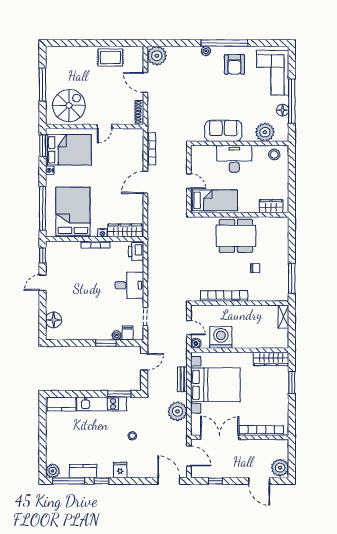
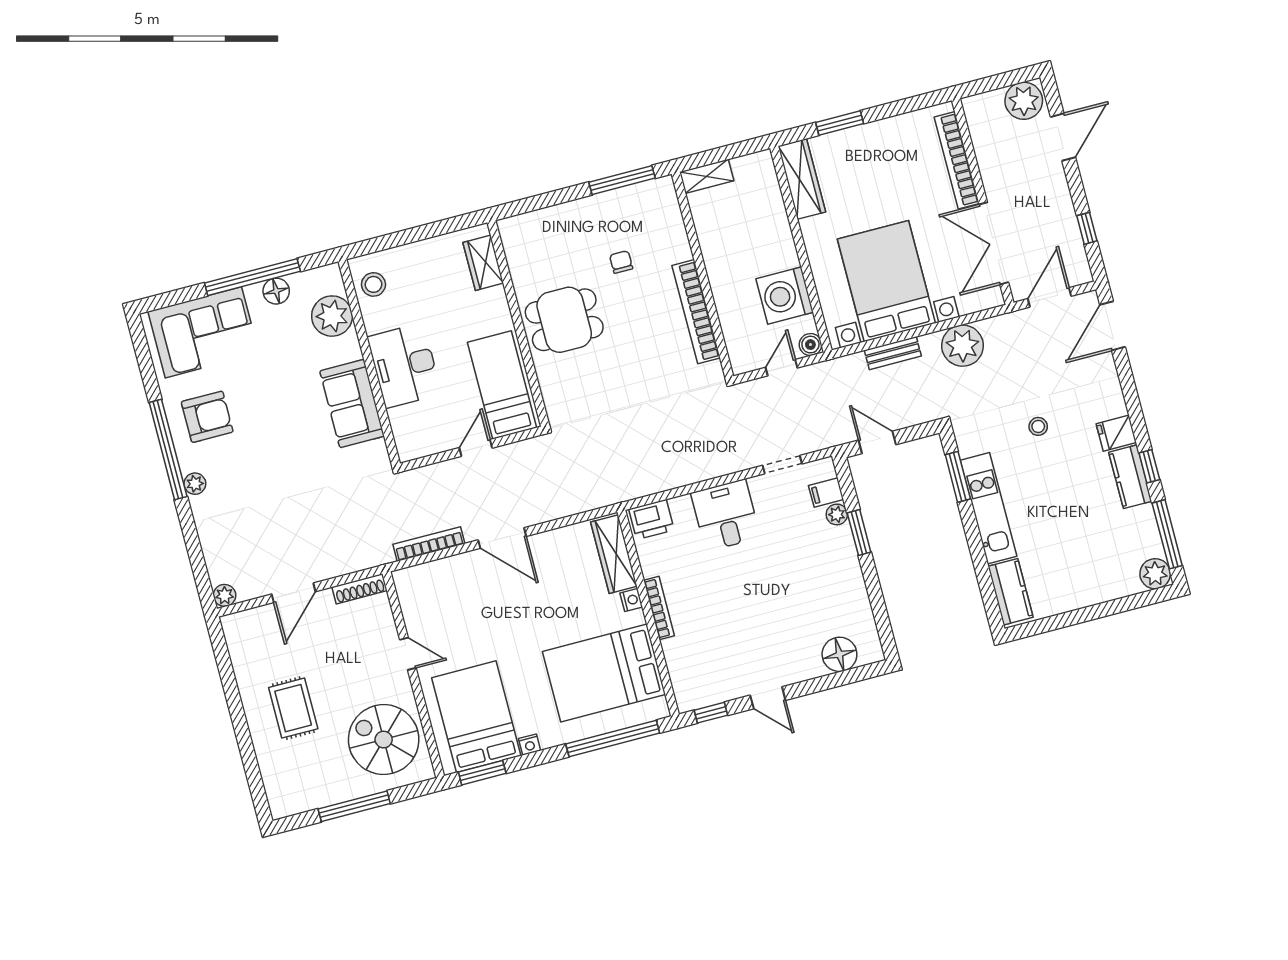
plant: (157, 56) -> (225, 595), width x0.53, depth x0.53
rug: (110, 57) -> (293, 708), moved
dining table: (236, 236) -> (564, 320), width x0.73
kitchen counter: (83, 471) -> (1130, 477), moved

